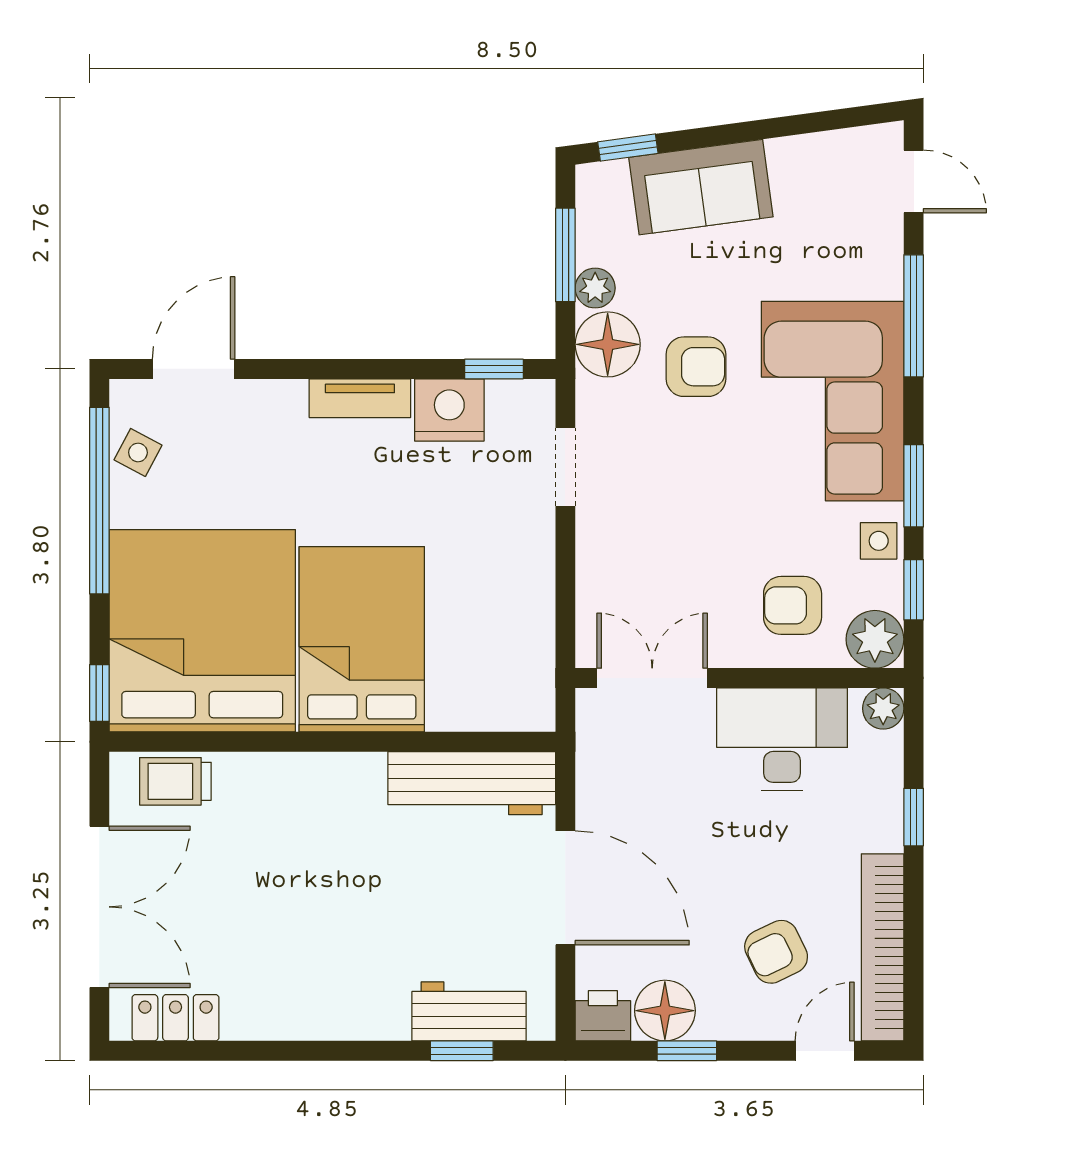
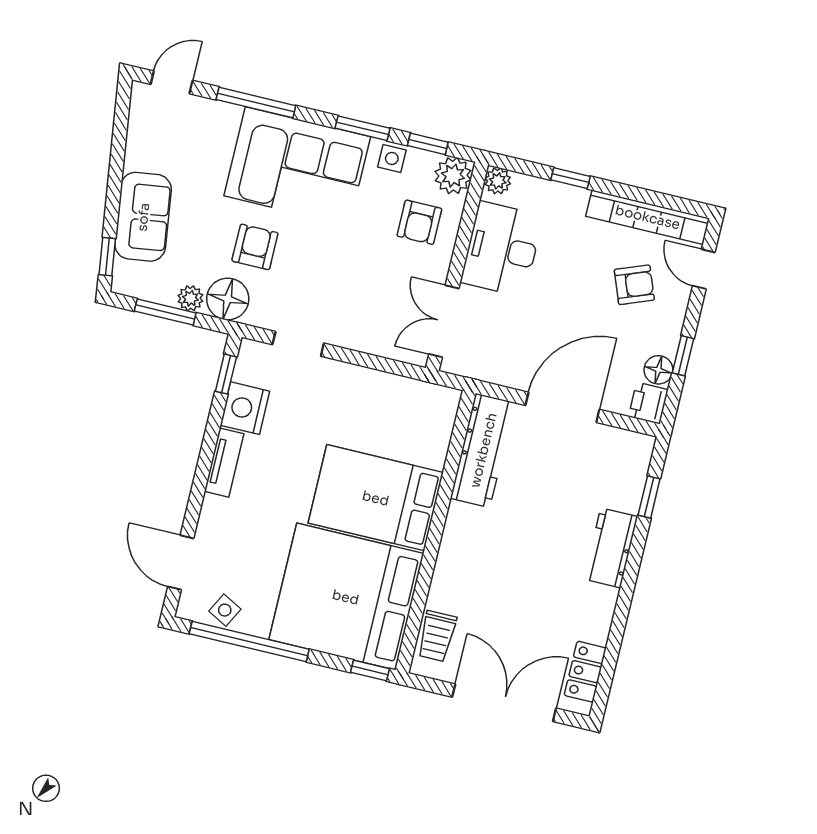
armchair: (776, 952) -> (634, 285), turned -85
workbench: (469, 1011) -> (611, 548), moved
floor lamp: (665, 1011) -> (658, 370), width x0.73, depth x0.73

